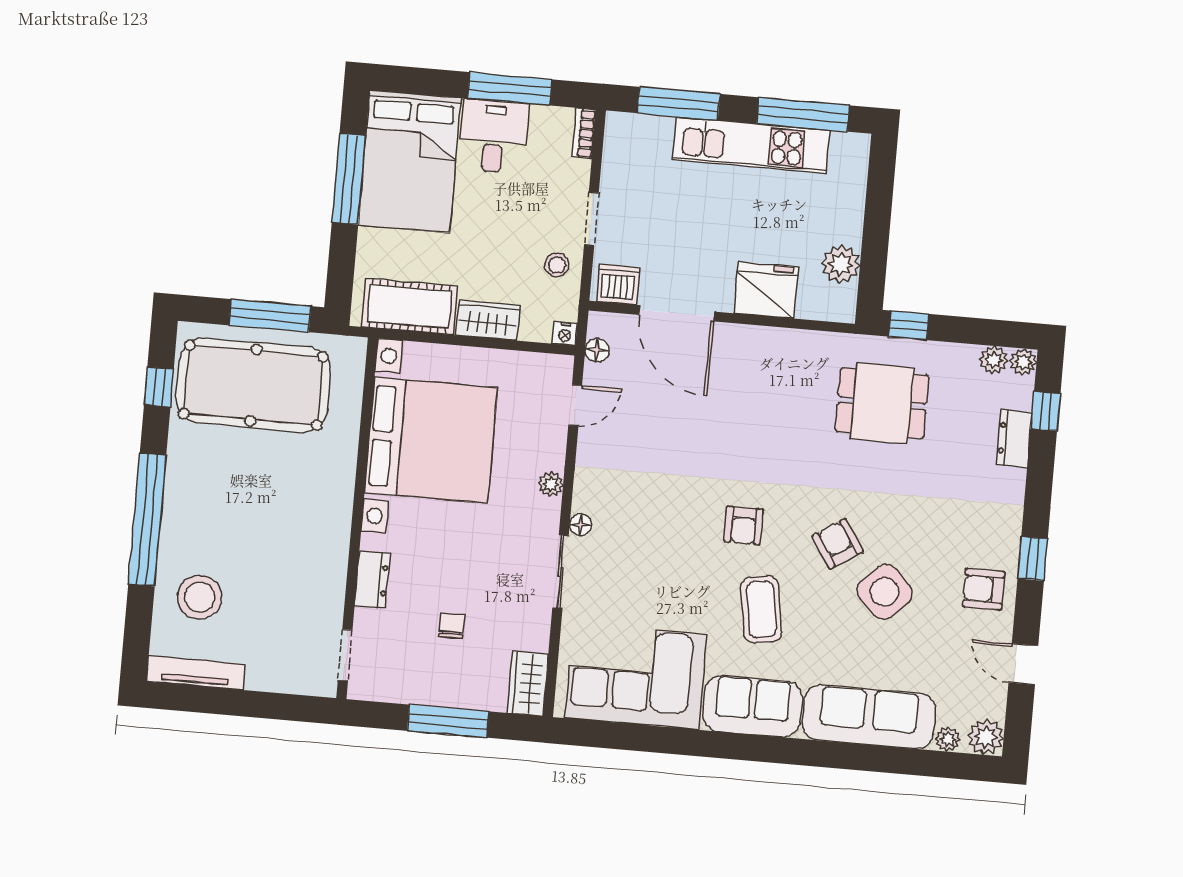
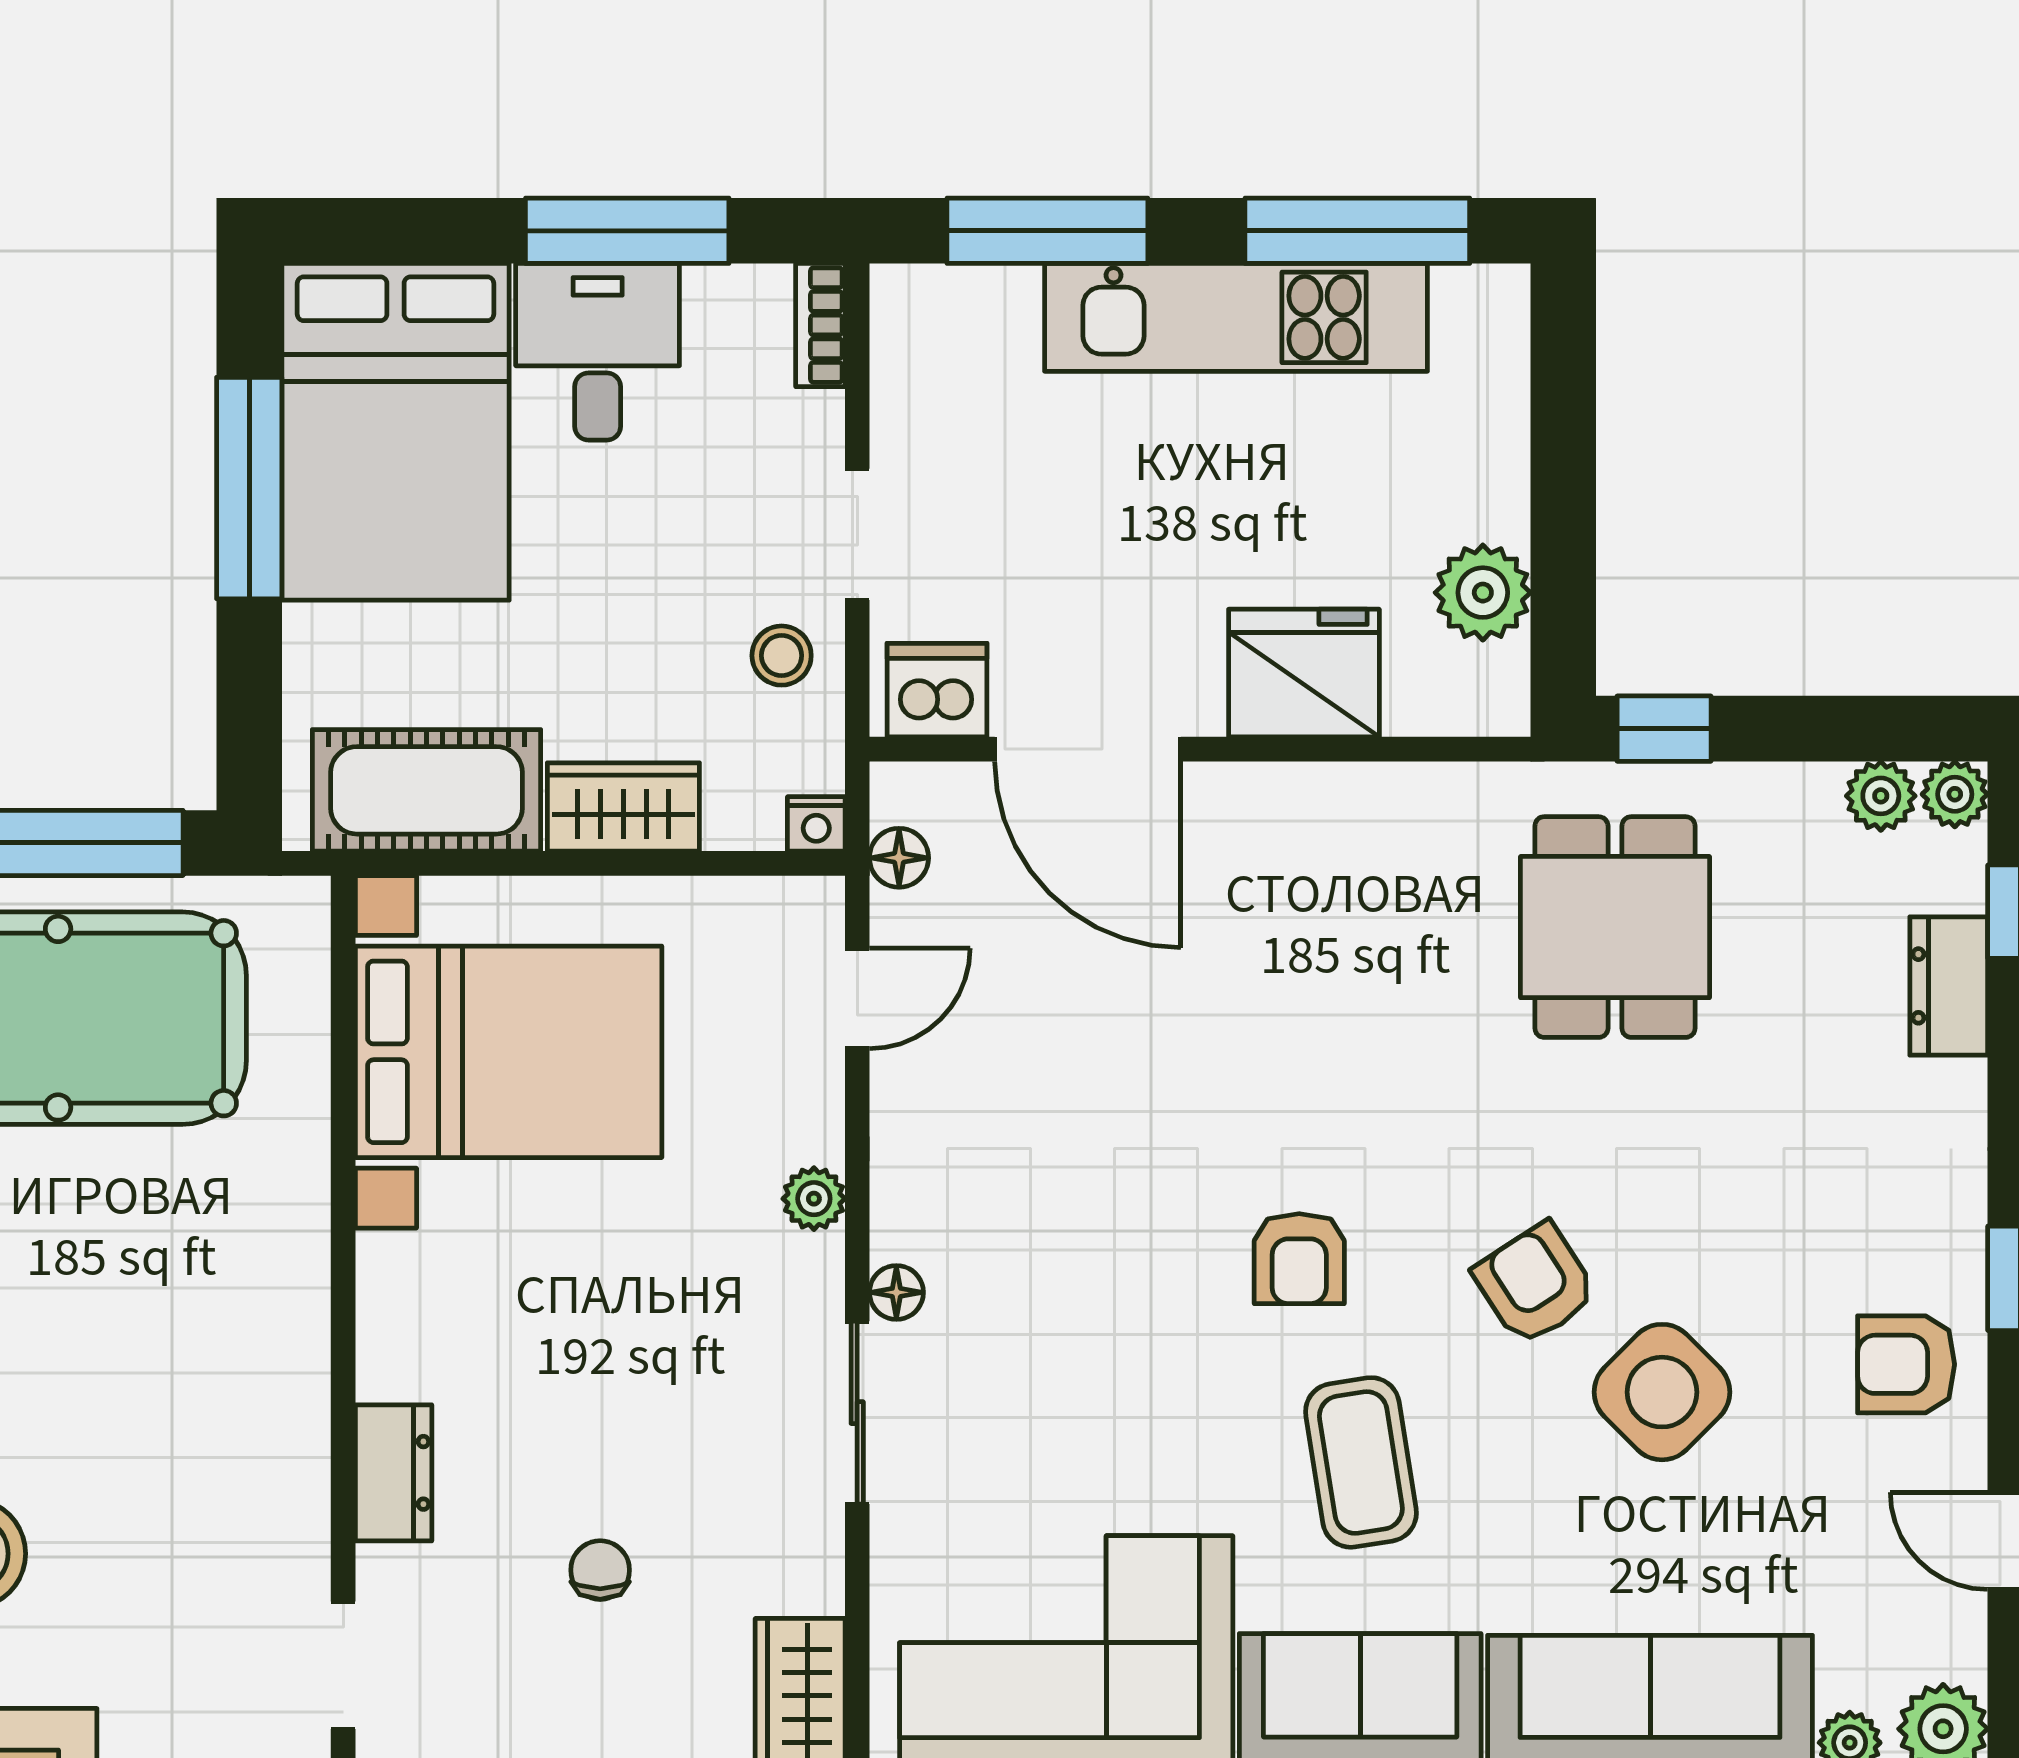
dining table: (882, 403) -> (1615, 927), turned 90
bed with nightstands: (431, 440) -> (509, 1052), width x0.73

